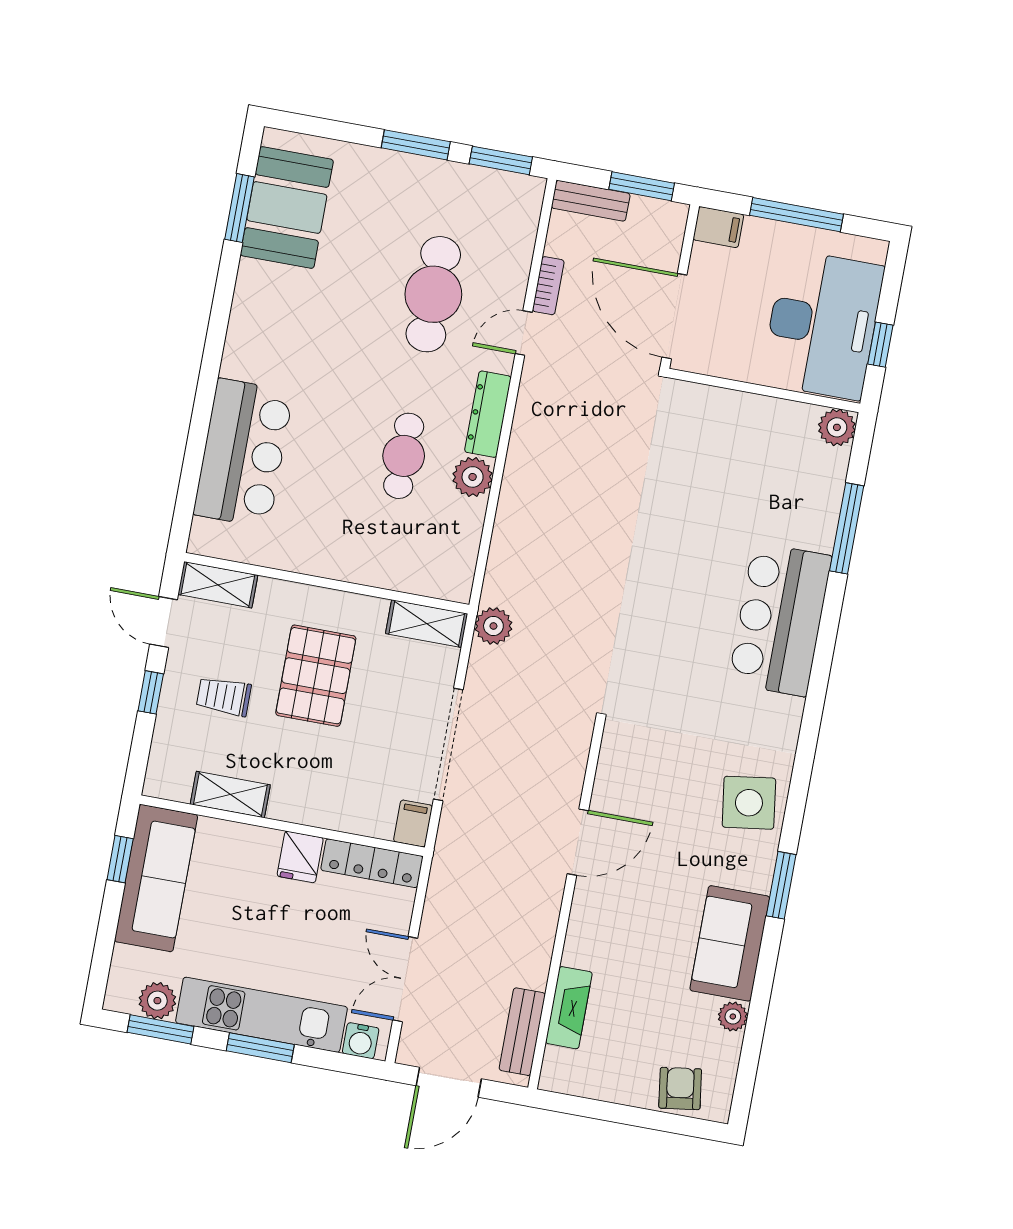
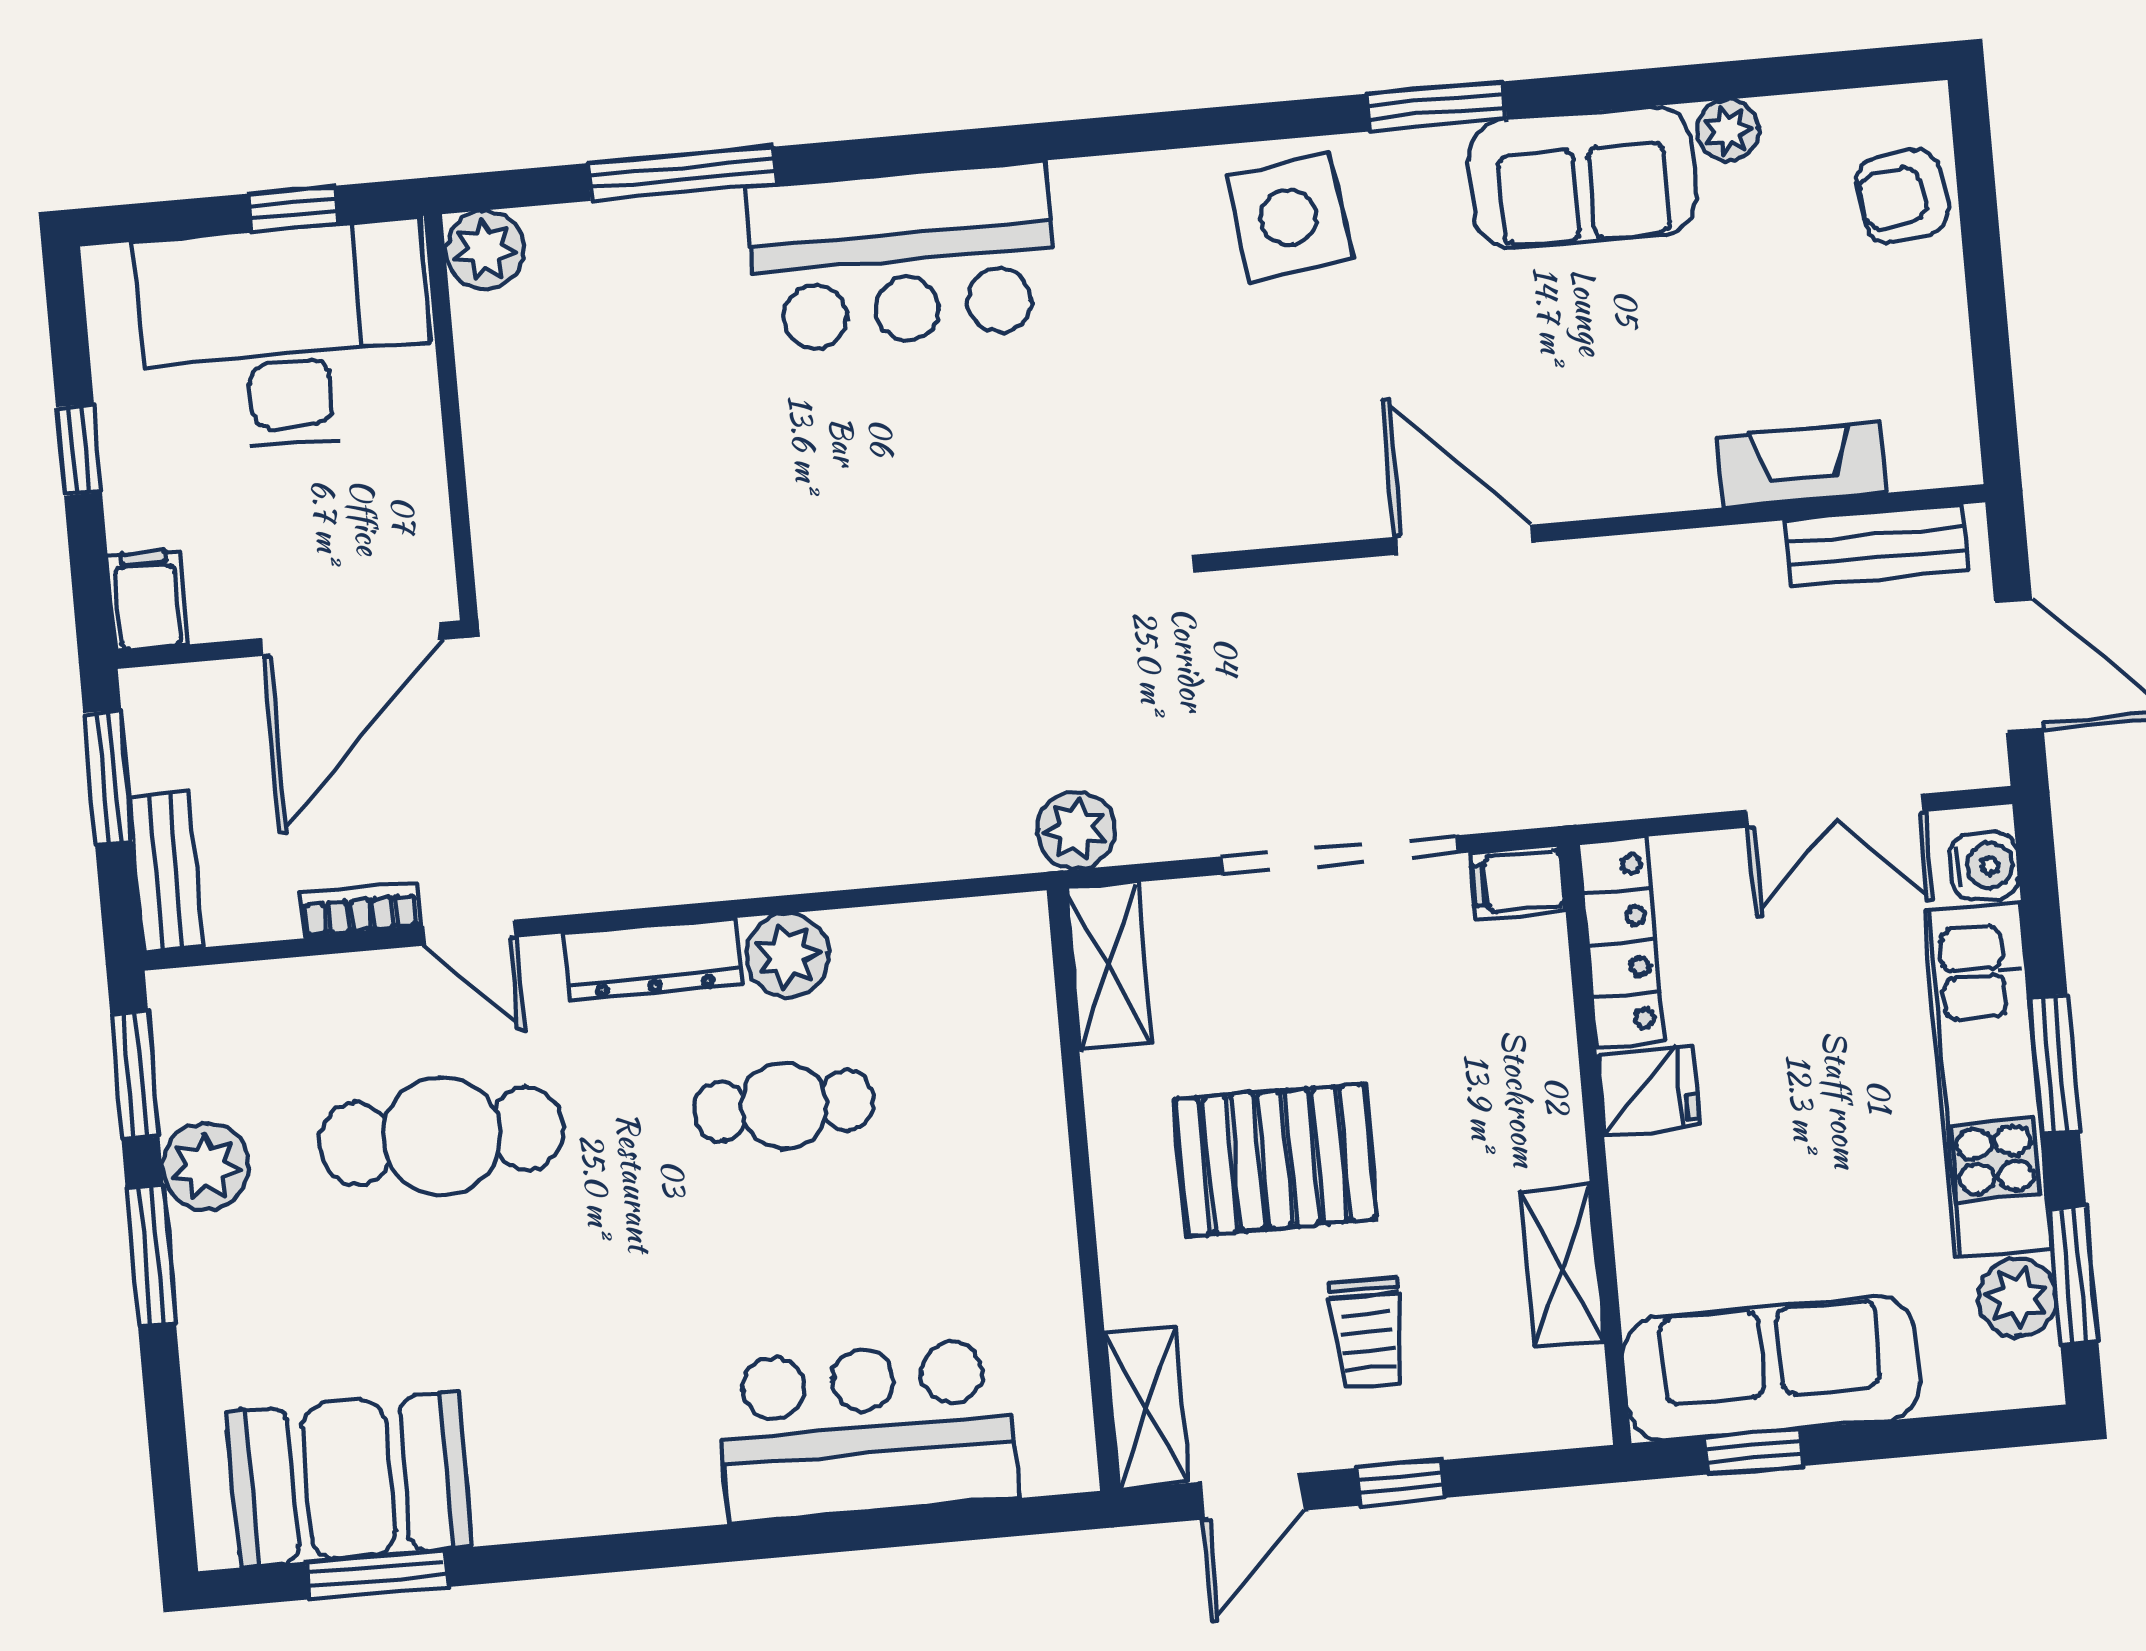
plant: (450, 181) -> (206, 1166), added
window: (797, 215) -> (79, 450), width x0.46

